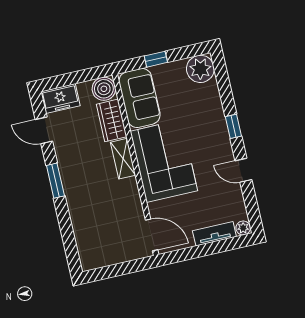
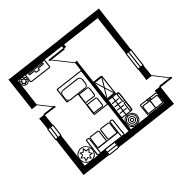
sofa: (139, 98) -> (105, 137), moved, turned 90

